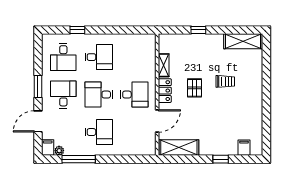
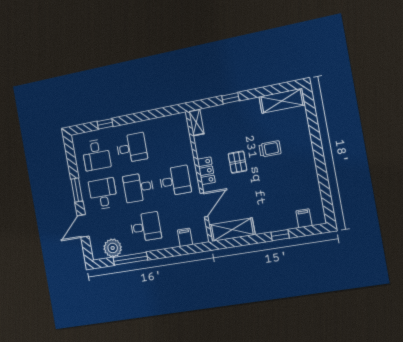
shelving: (164, 65) -> (196, 122), moved
filing cabinet: (48, 148) -> (185, 237), moved
plant: (59, 151) -> (113, 248), width x1.88, depth x1.88

